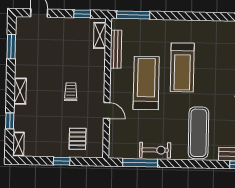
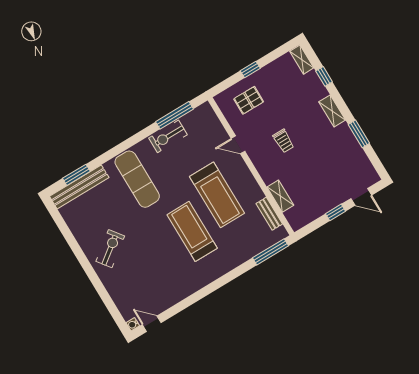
window: (82, 14) -> (335, 212), moved
shelving: (100, 35) -> (280, 196), moved
window: (11, 47) -> (359, 134), moved
bench: (116, 49) -> (269, 214), width x0.73
pallet: (78, 139) -> (249, 100), turned 90

